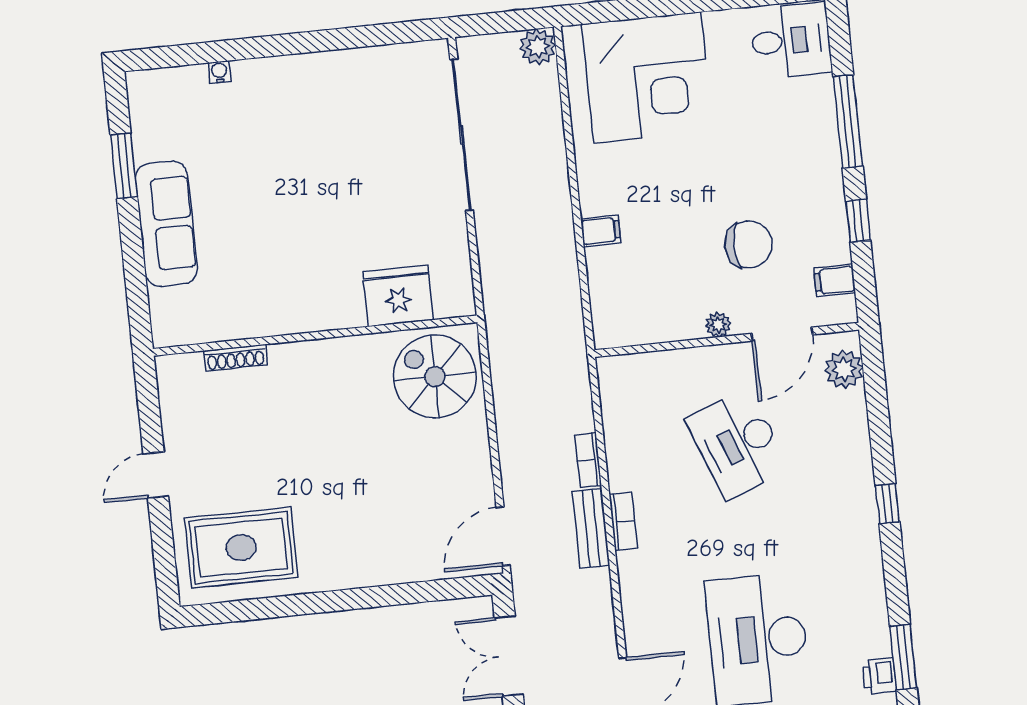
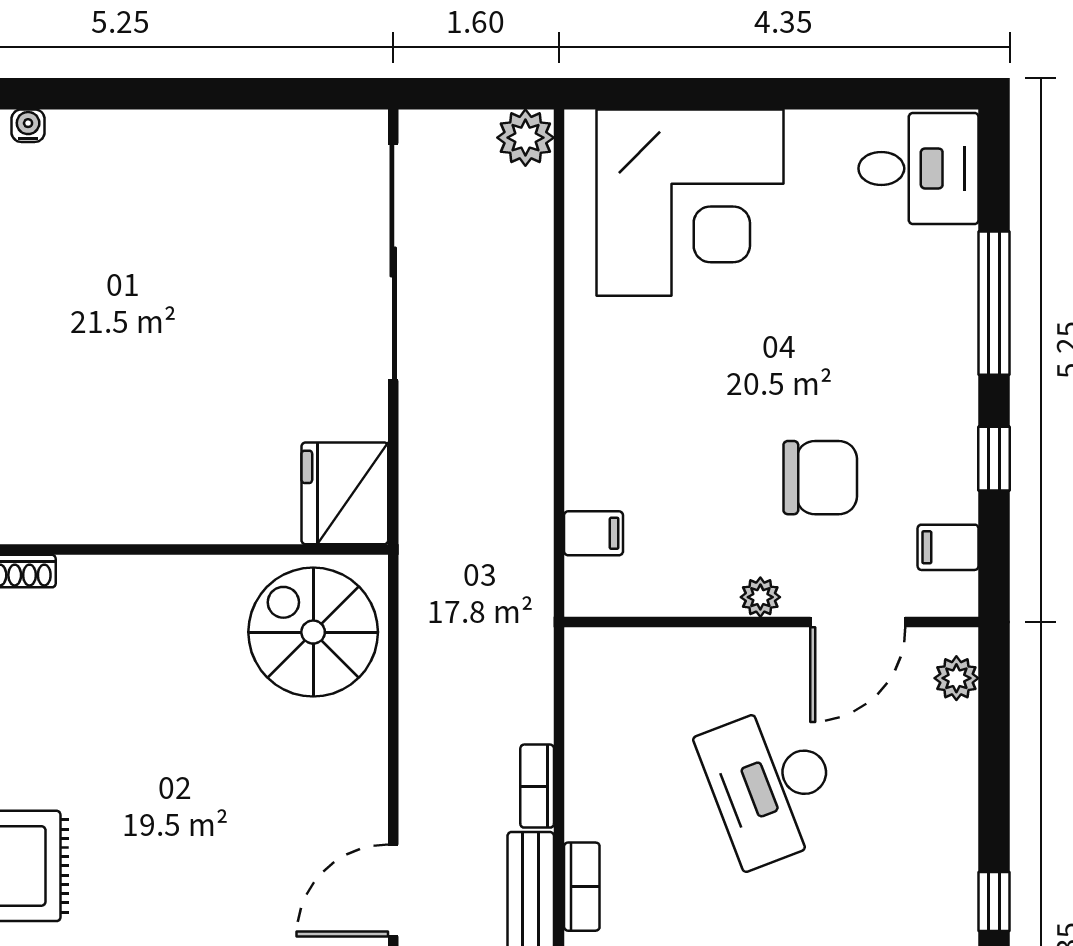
filing cabinet: (601, 231) -> (593, 533), moved
fridge: (398, 296) -> (345, 493), moved, turned -90
plant: (844, 369) -> (956, 678), width x0.73, depth x0.73

